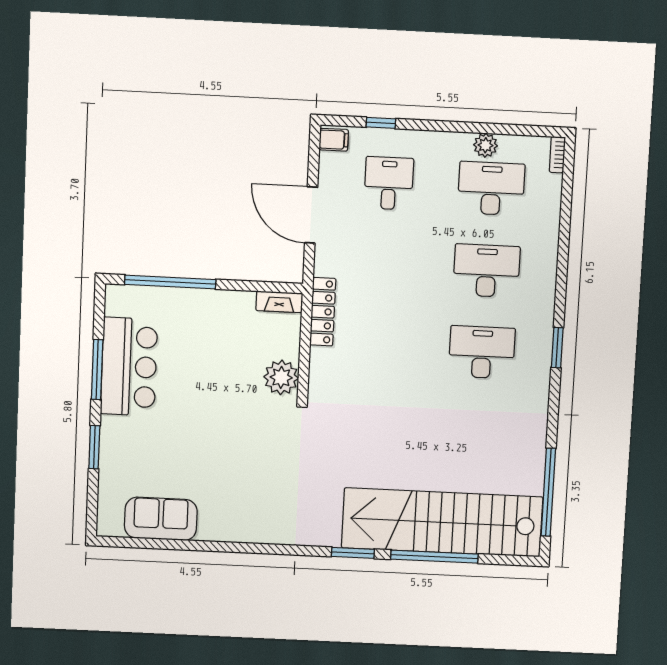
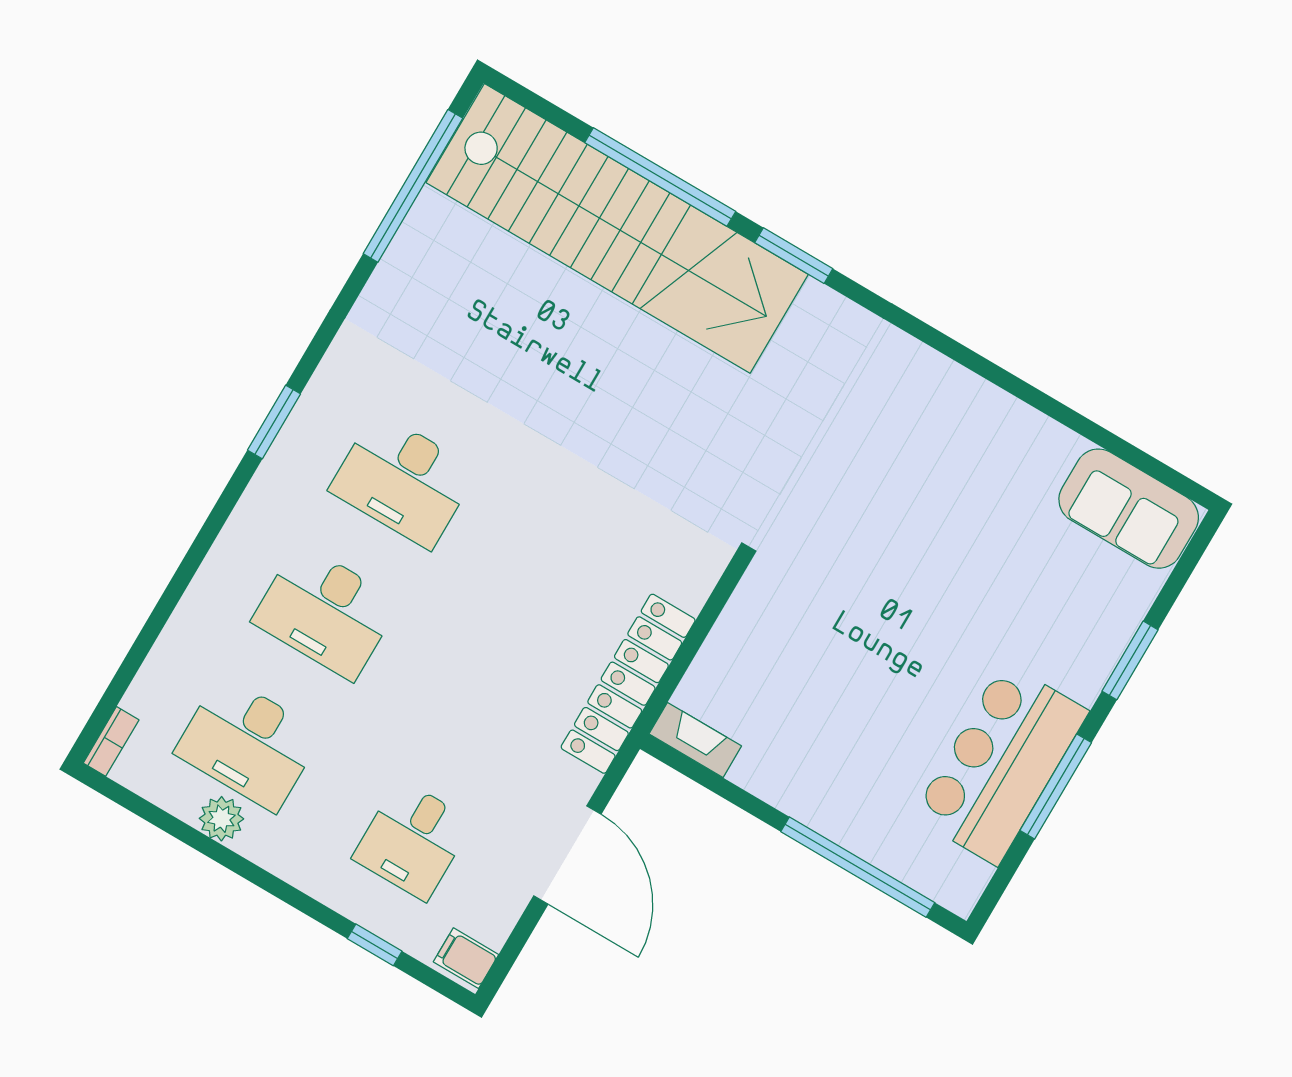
locker: (323, 312) -> (628, 684), width x1.41, depth x1.21
plant: (281, 377) -> (758, 613), removed
sofa: (161, 519) -> (1129, 509), moved

